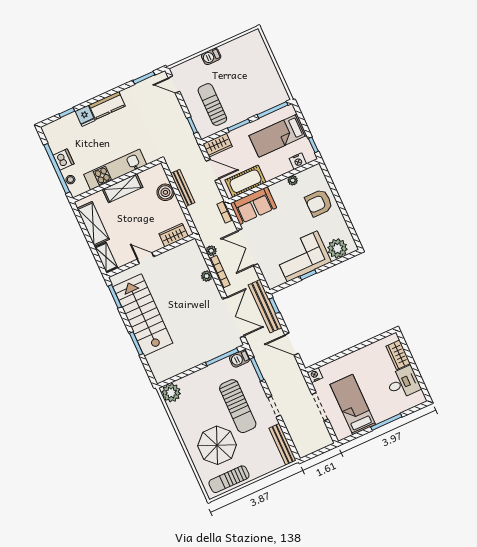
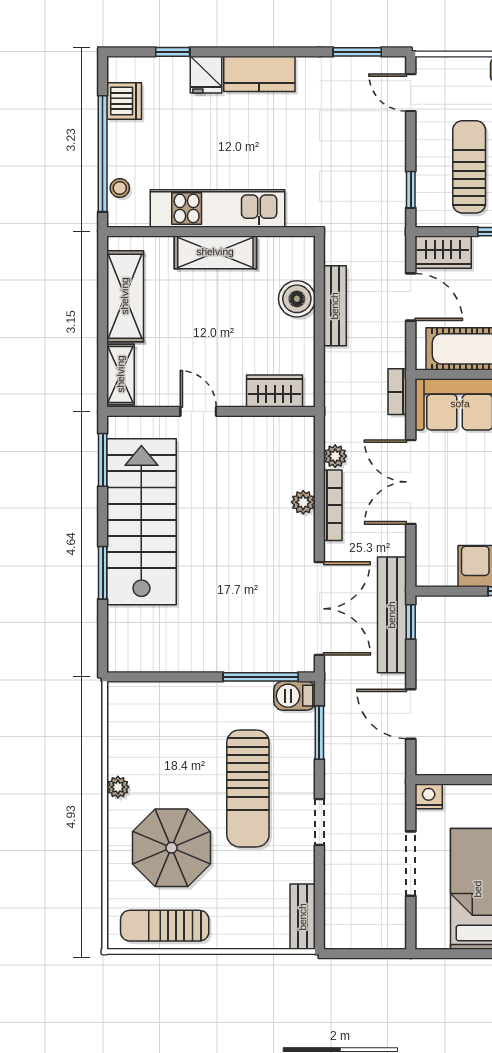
dishwasher: (63, 159) -> (124, 101), moved
plant: (171, 393) -> (118, 787), moved, width x0.53, depth x0.53
bench: (283, 444) -> (303, 917), width x0.73

